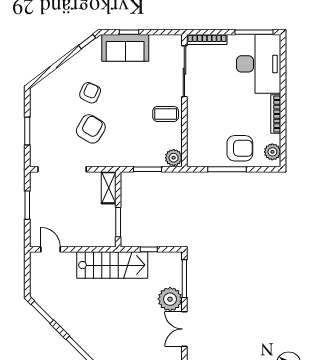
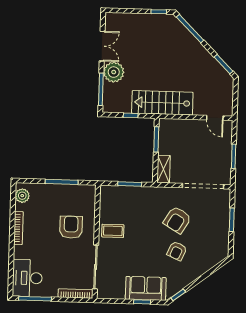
desk: (259, 64) -> (27, 278), width x0.73, depth x0.77
armchair: (240, 148) -> (71, 227), moved, turned 90
plant: (174, 158) -> (107, 193), removed

